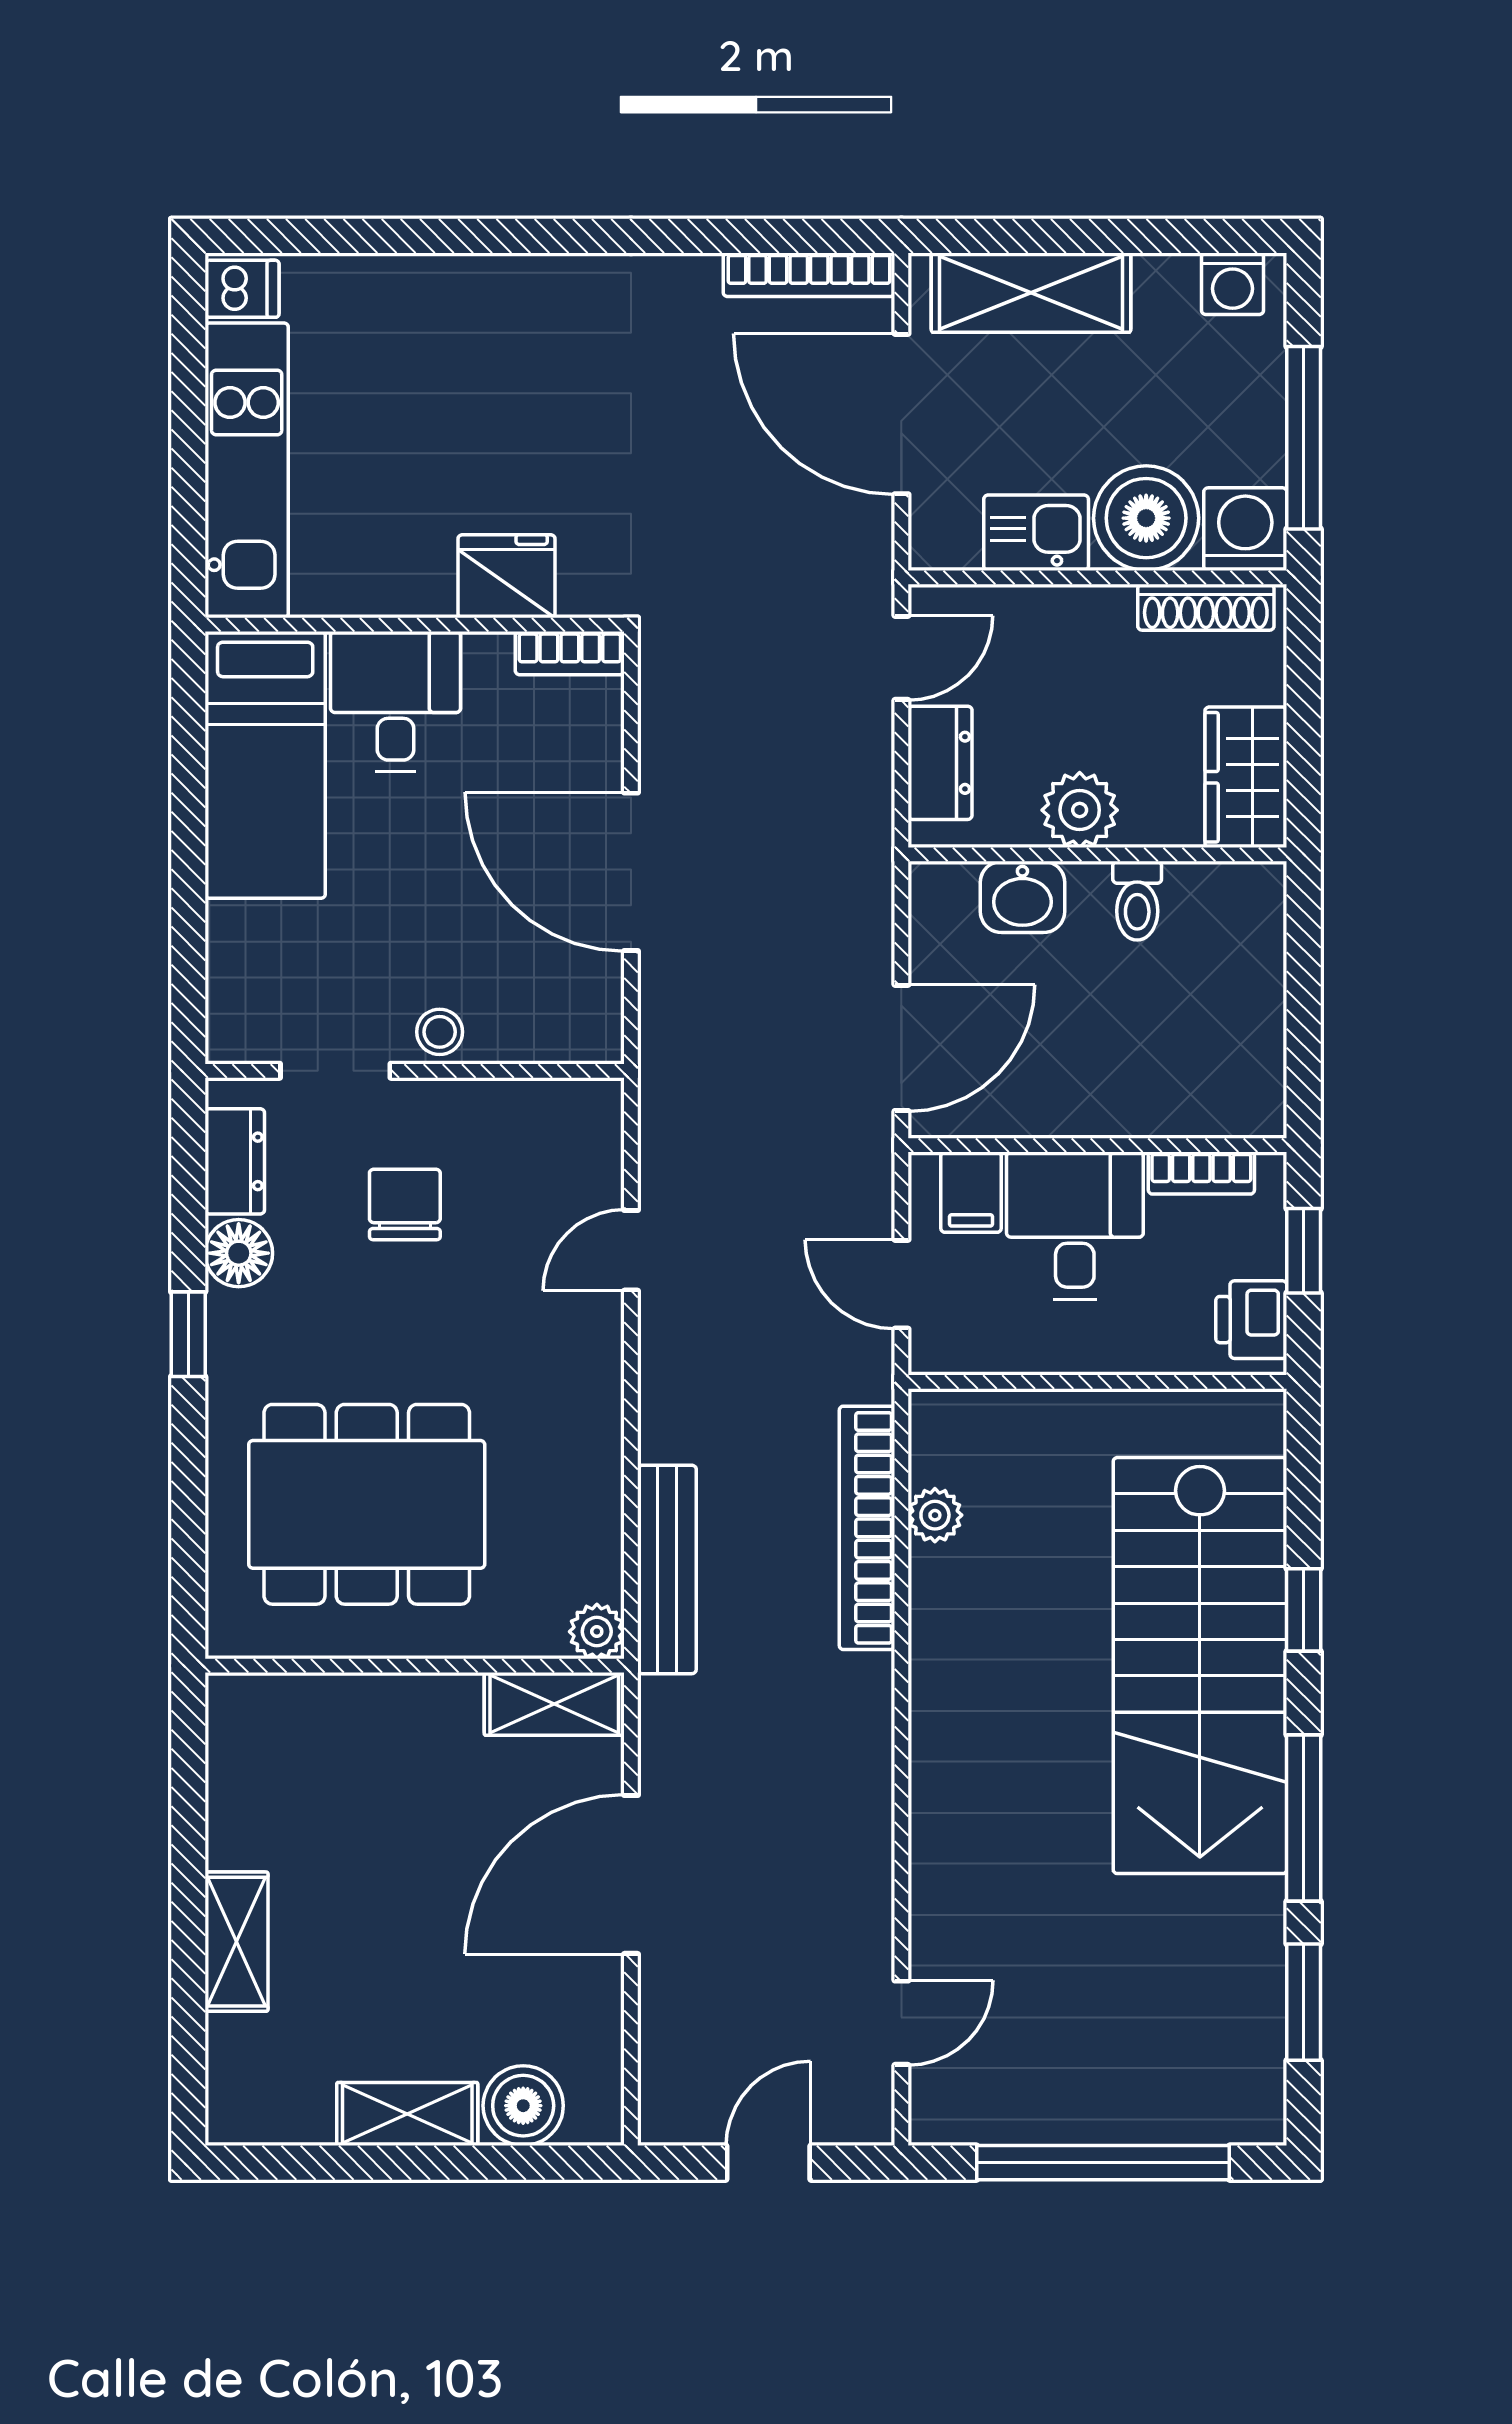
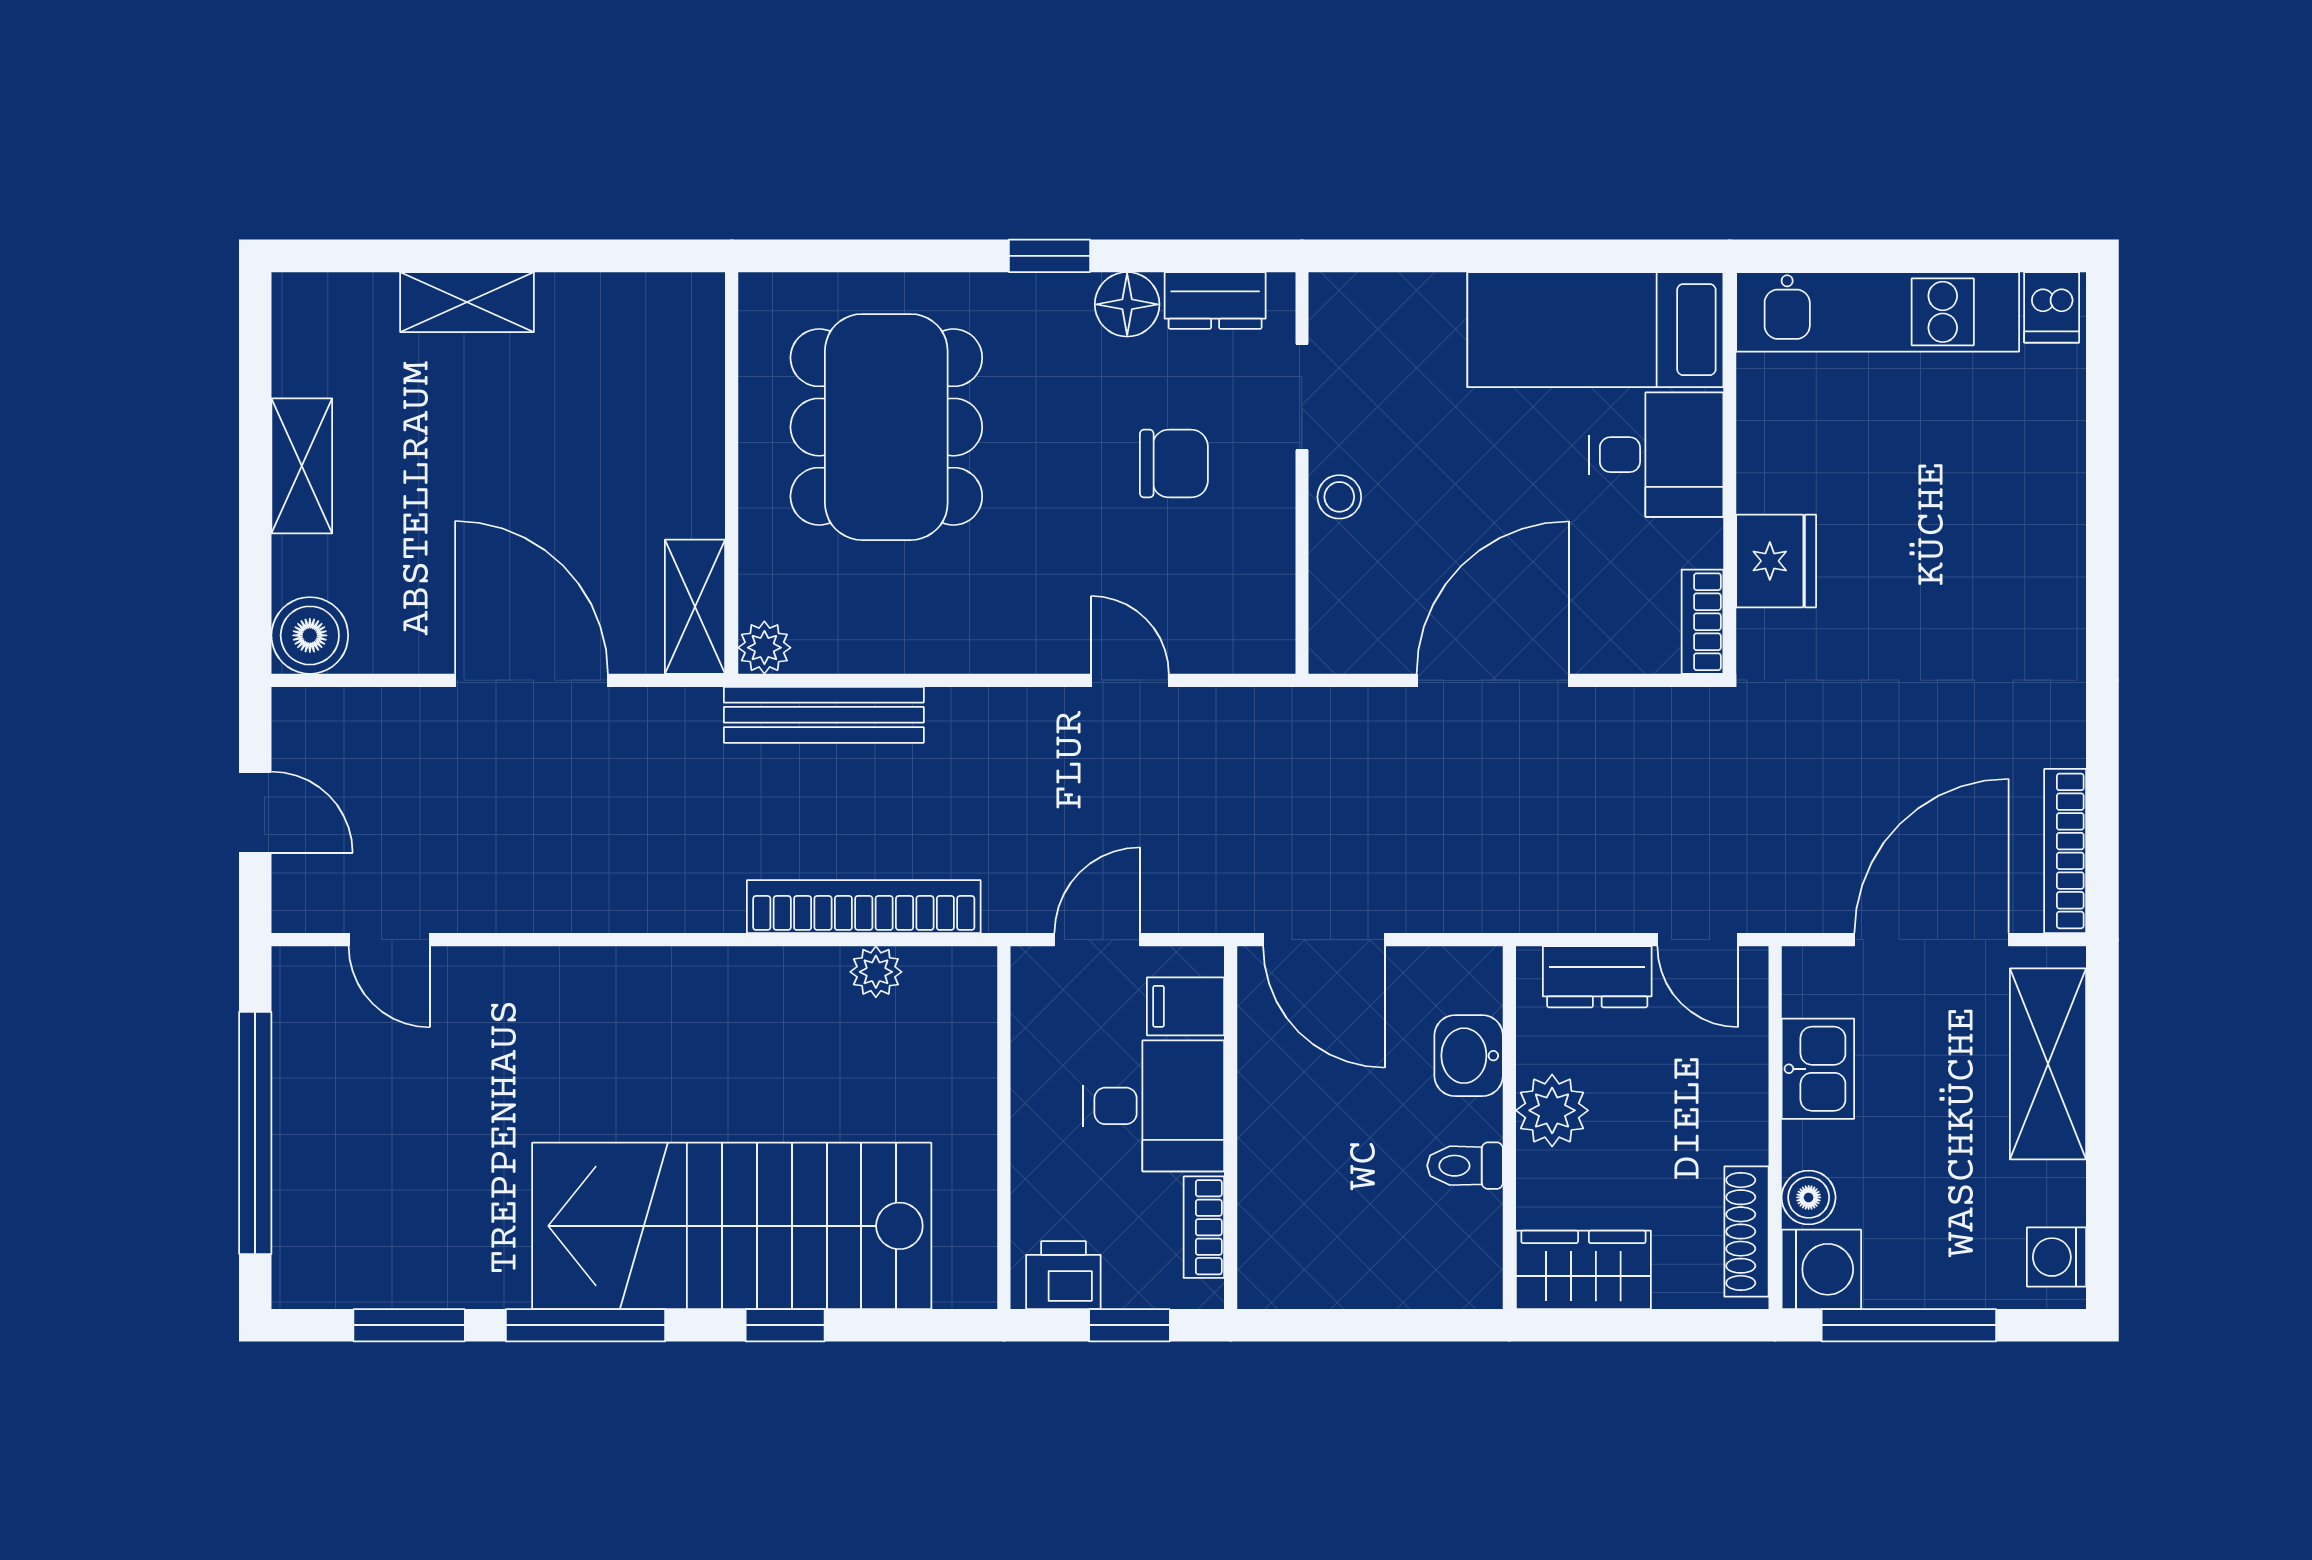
boiler: (1146, 518) -> (1809, 1197), width x0.54, depth x0.54
boiler: (523, 2106) -> (310, 635), moved

